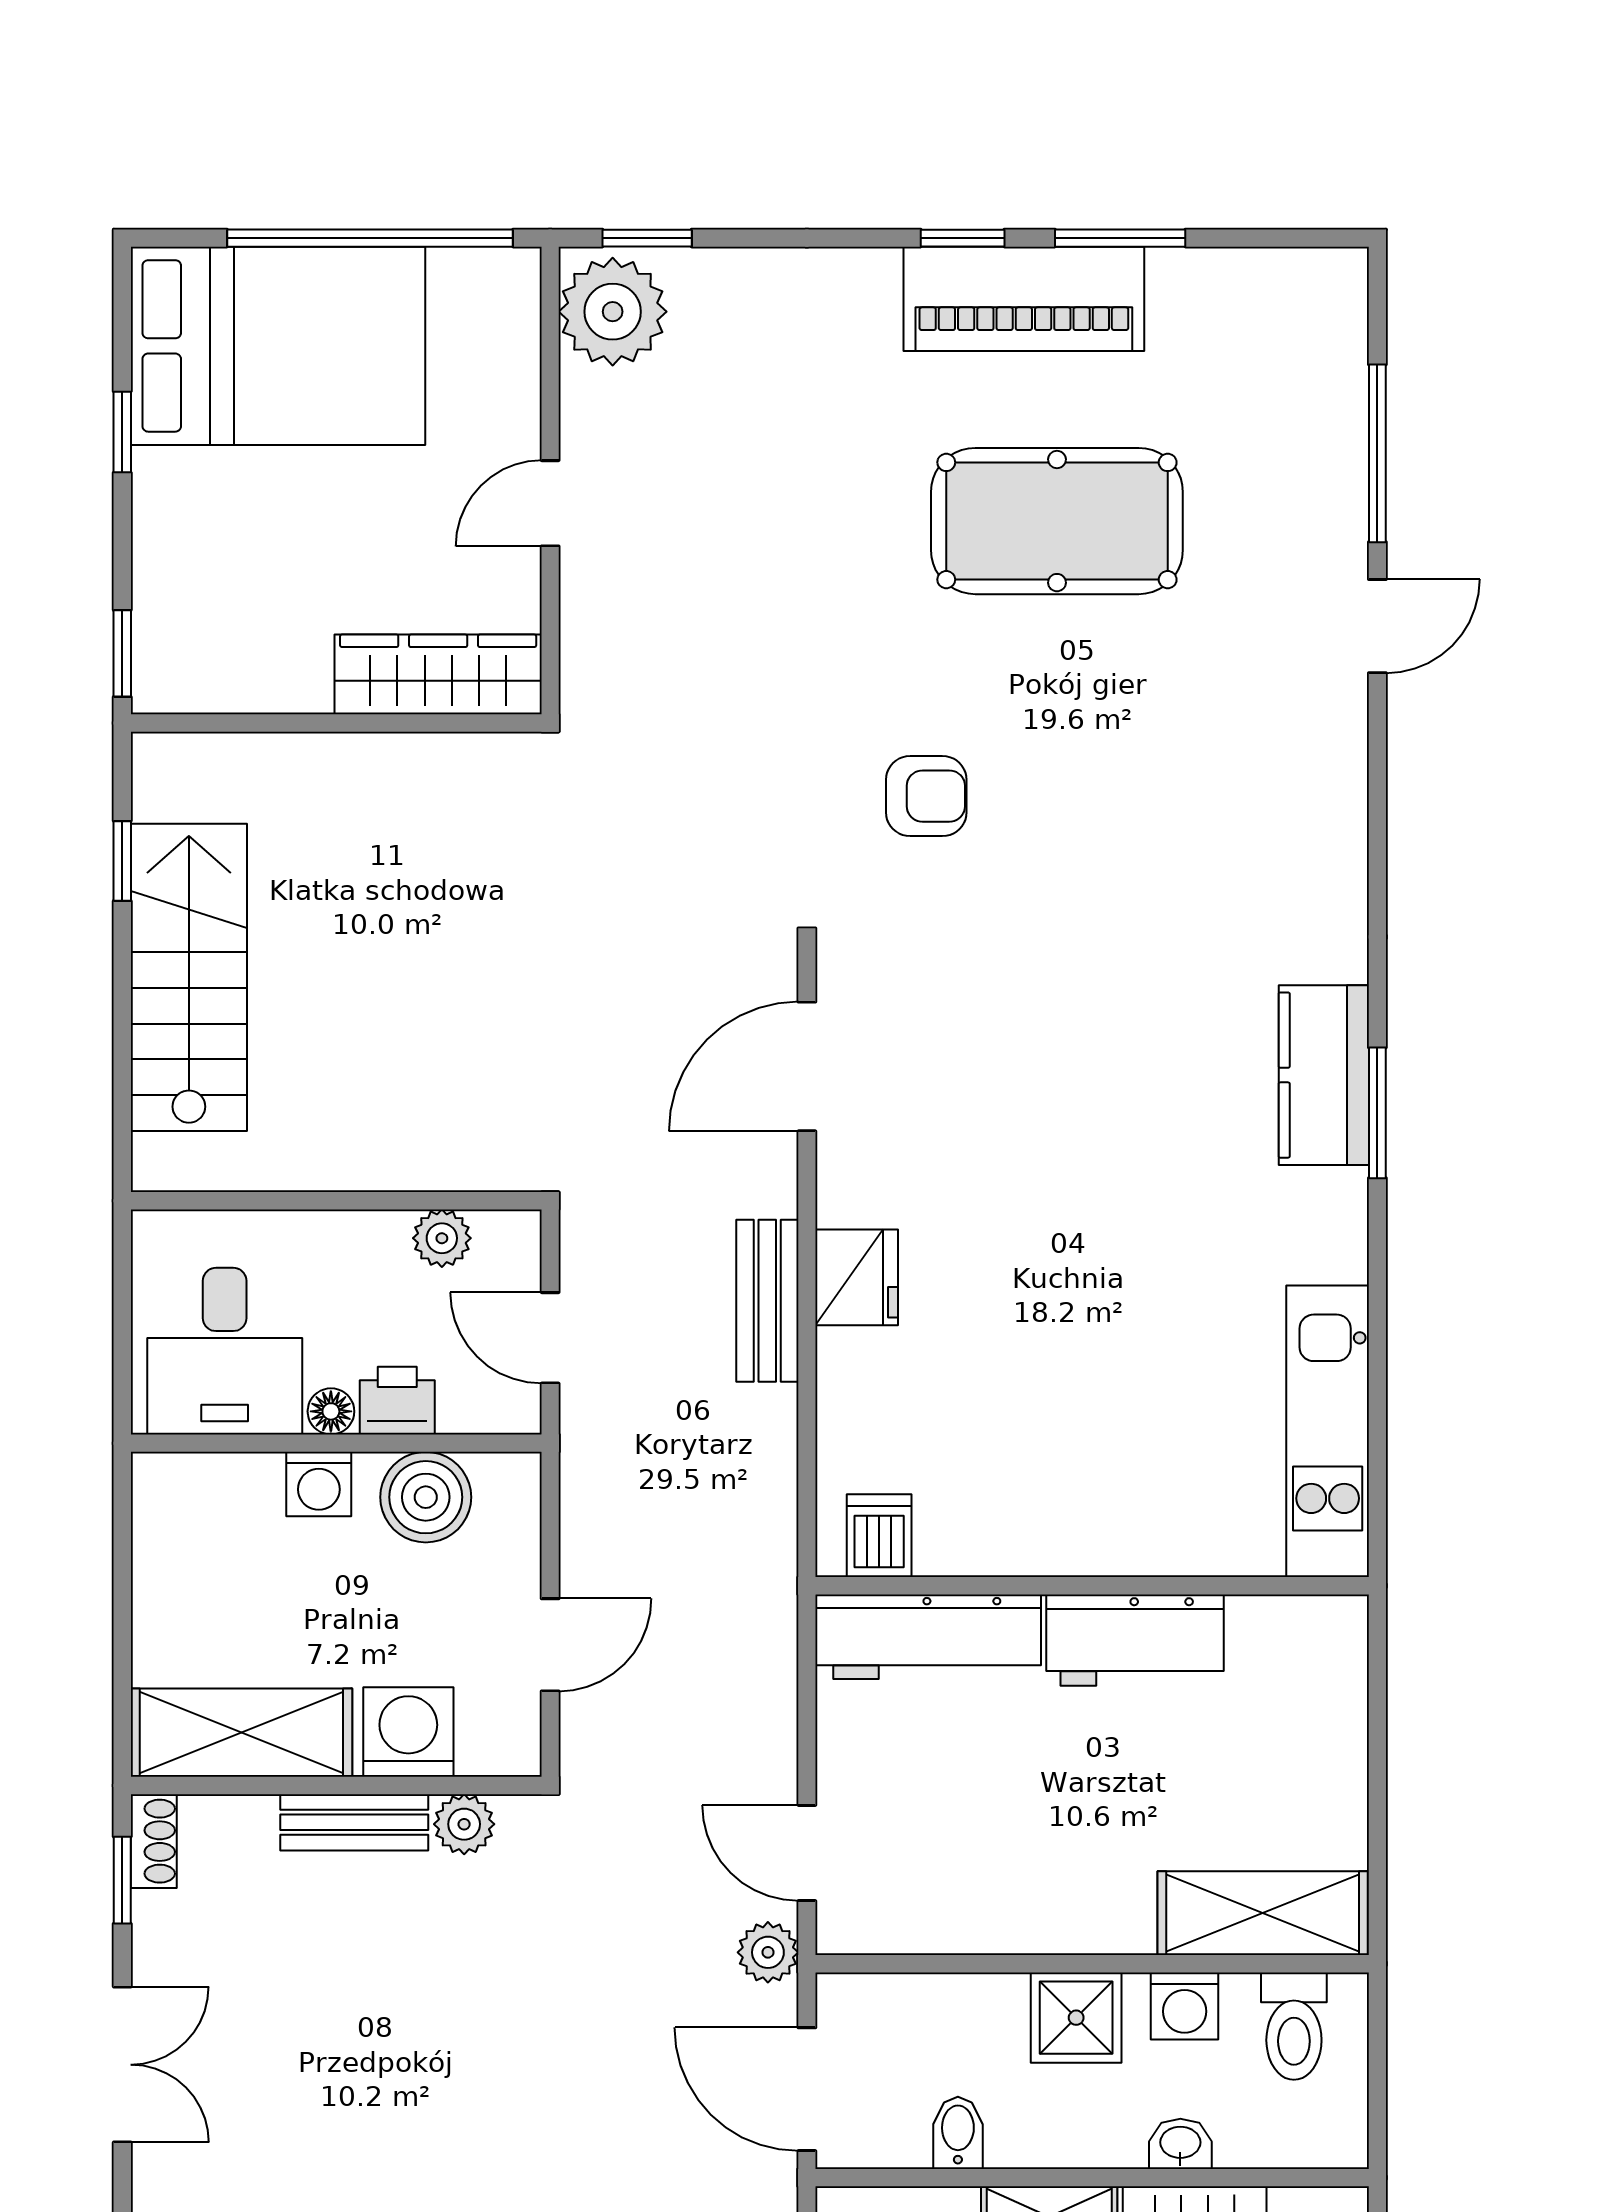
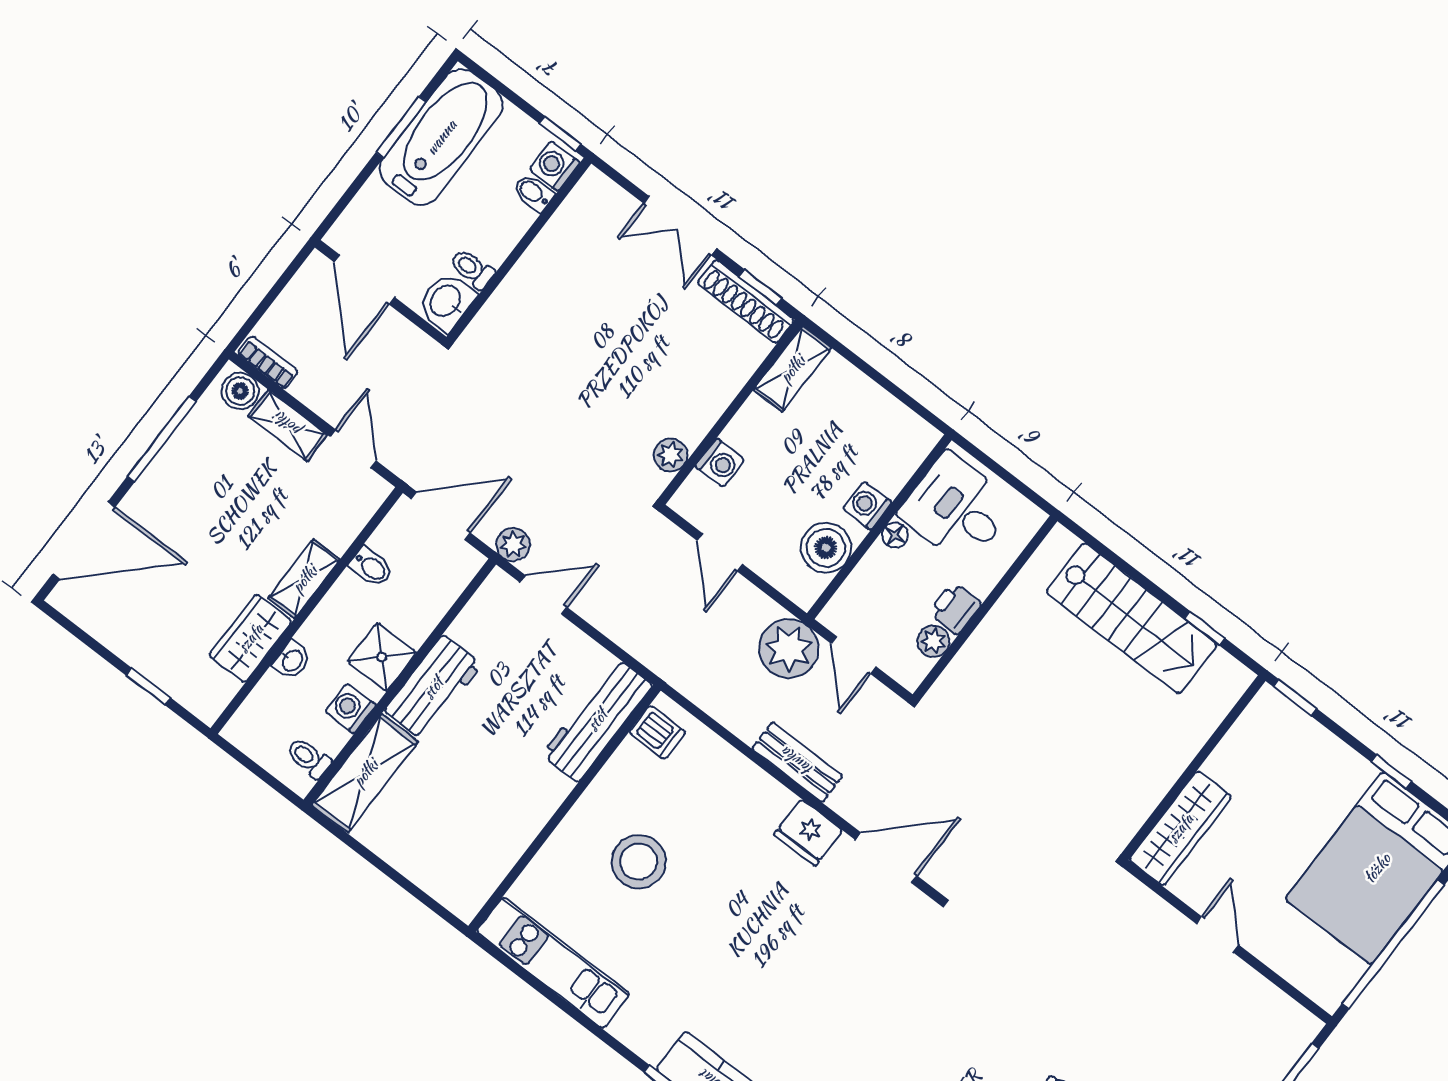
plant: (613, 312) -> (789, 649), moved
armchair: (926, 796) -> (964, 1000), removed
door: (807, 1066) -> (886, 858), hinge flipped
fridge: (857, 1277) -> (808, 833), moved
door: (550, 1338) -> (854, 655), swing flipped
printer: (397, 1401) -> (955, 608), moved, turned 180
stool: (1087, 1420) -> (639, 862), added
workbench: (1135, 1640) -> (433, 688), moved, turned 180
washing machine: (408, 1732) -> (720, 463), width x0.73, depth x0.73
shelving: (241, 1733) -> (792, 369), width x0.67, depth x0.75
bench: (354, 1822) -> (708, 408), removed
shoe rack: (154, 1841) -> (746, 302), width x1.94, depth x1.24
toilet: (1294, 2026) -> (309, 758), width x0.73, depth x0.72

